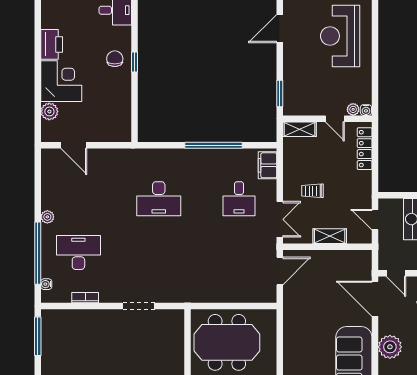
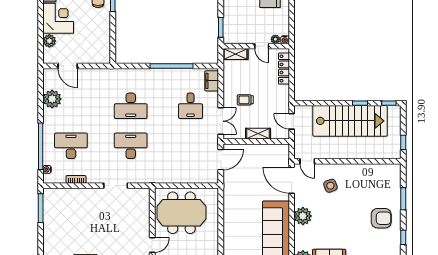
plant: (47, 217) -> (52, 99), moved, width x1.87, depth x1.87
desk: (159, 252) -> (131, 146), added

